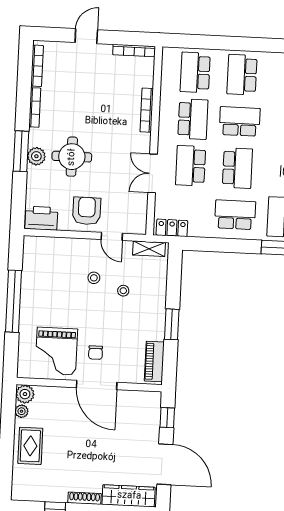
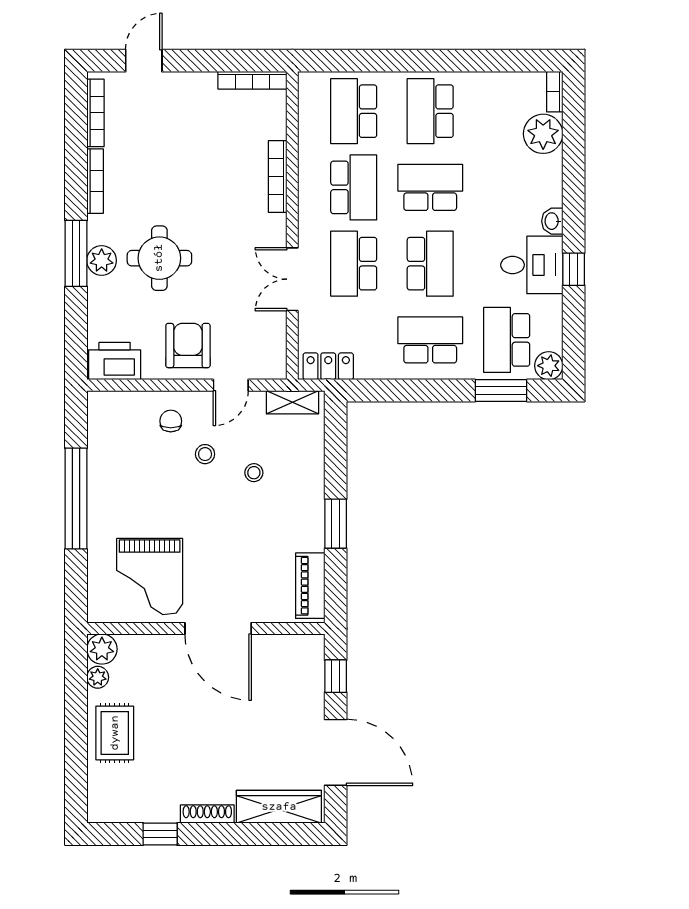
door: (86, 36) -> (144, 61), moved
door: (112, 236) -> (231, 385), hinge flipped
chair: (96, 353) -> (171, 421), moved, turned 180

